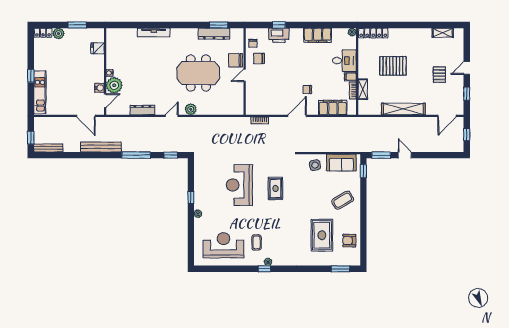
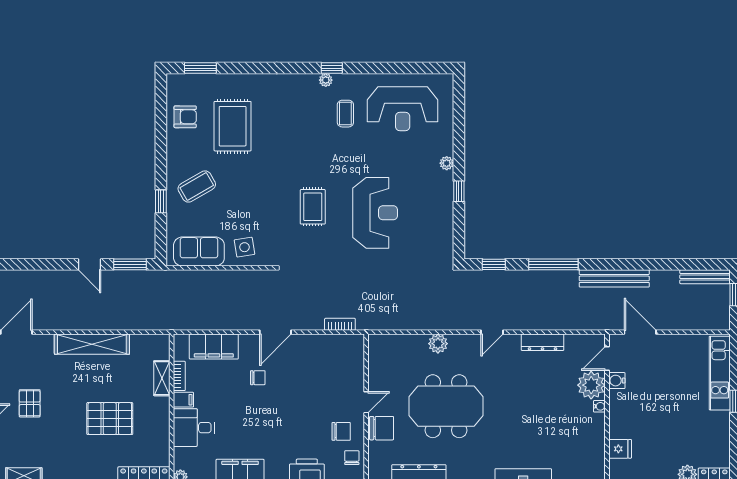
plant: (191, 109) -> (438, 344), moved
window: (363, 171) -> (161, 201), moved

